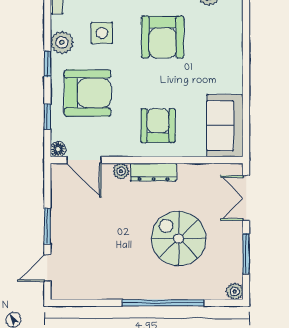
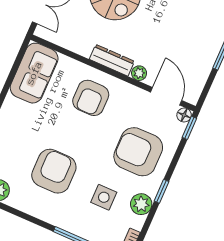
window: (47, 117) -> (189, 128), moved

